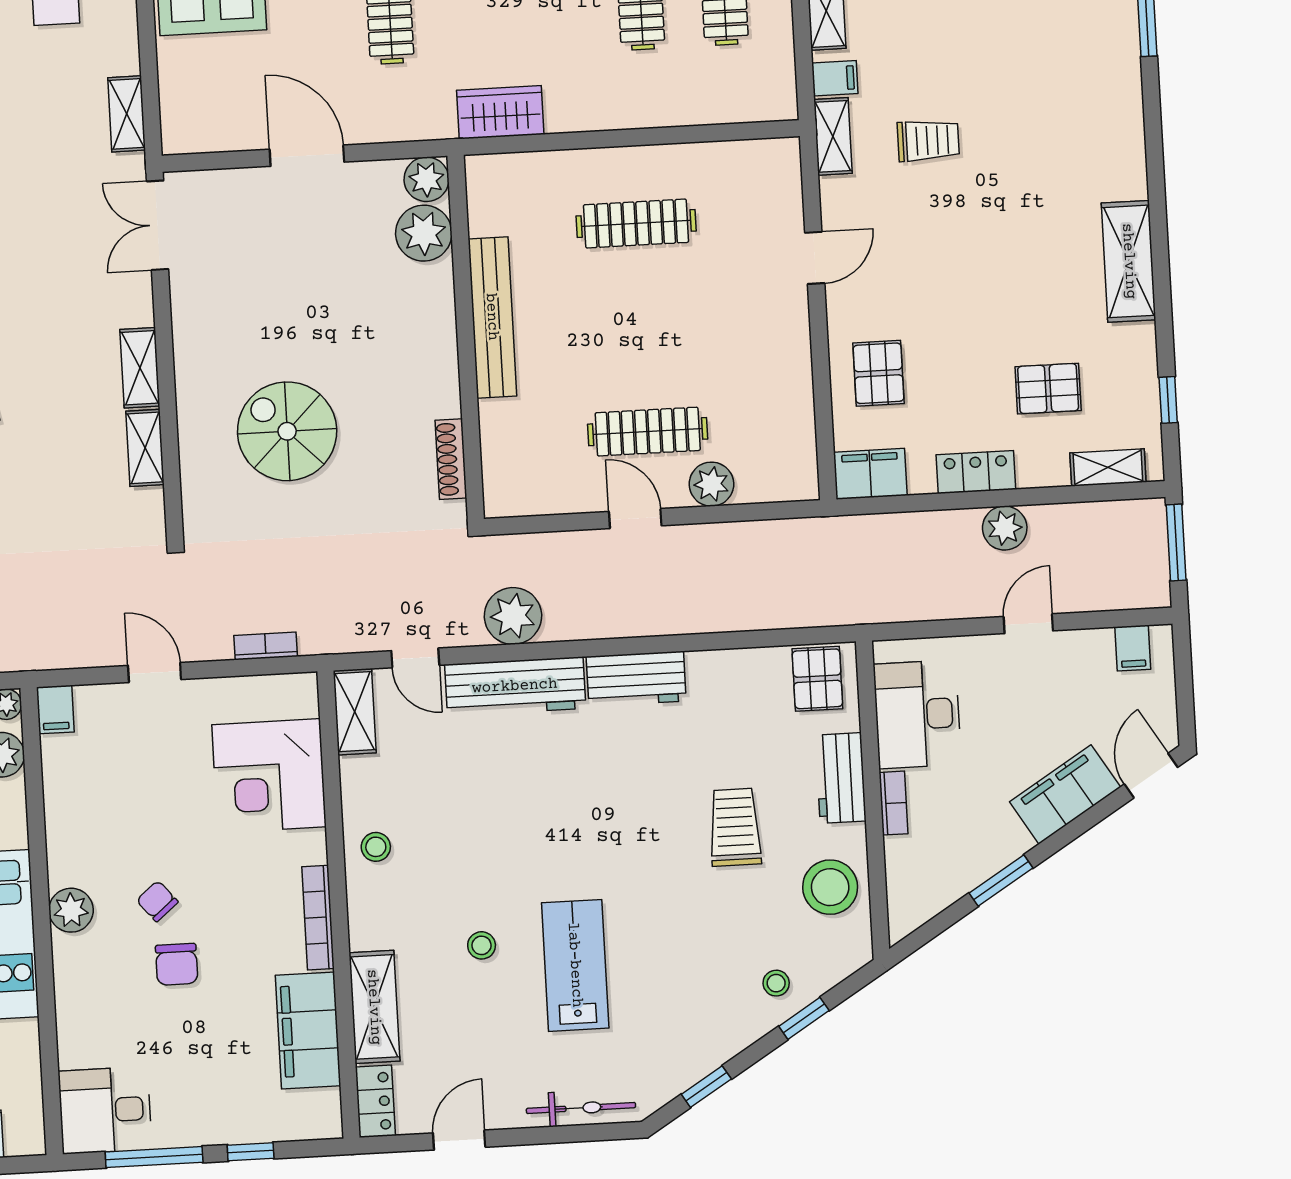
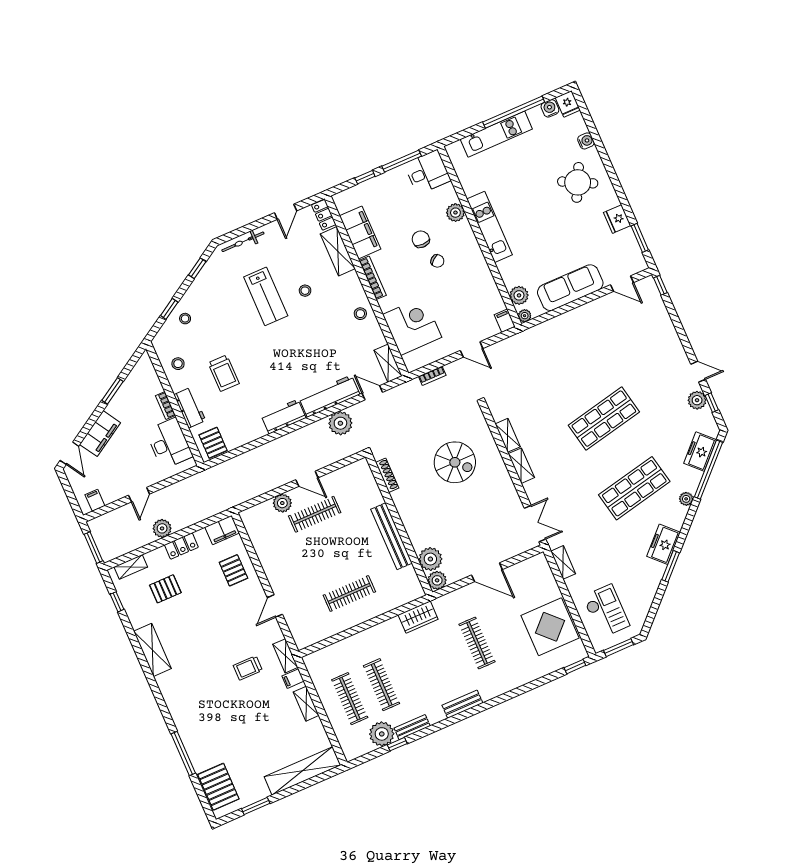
stool: (830, 887) -> (178, 364), width x0.53, depth x0.53
plant: (71, 910) -> (455, 213), moved

